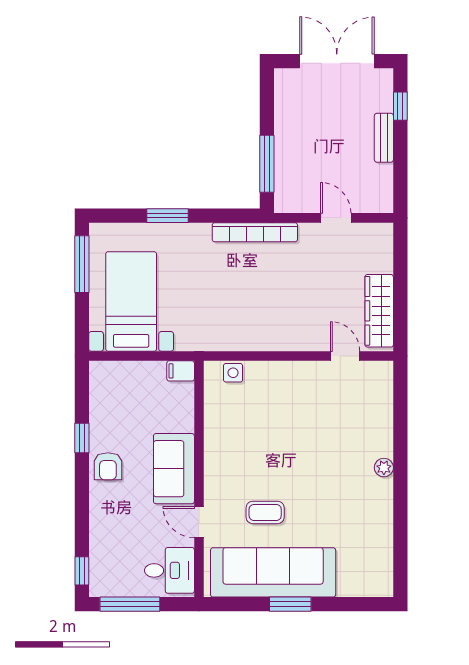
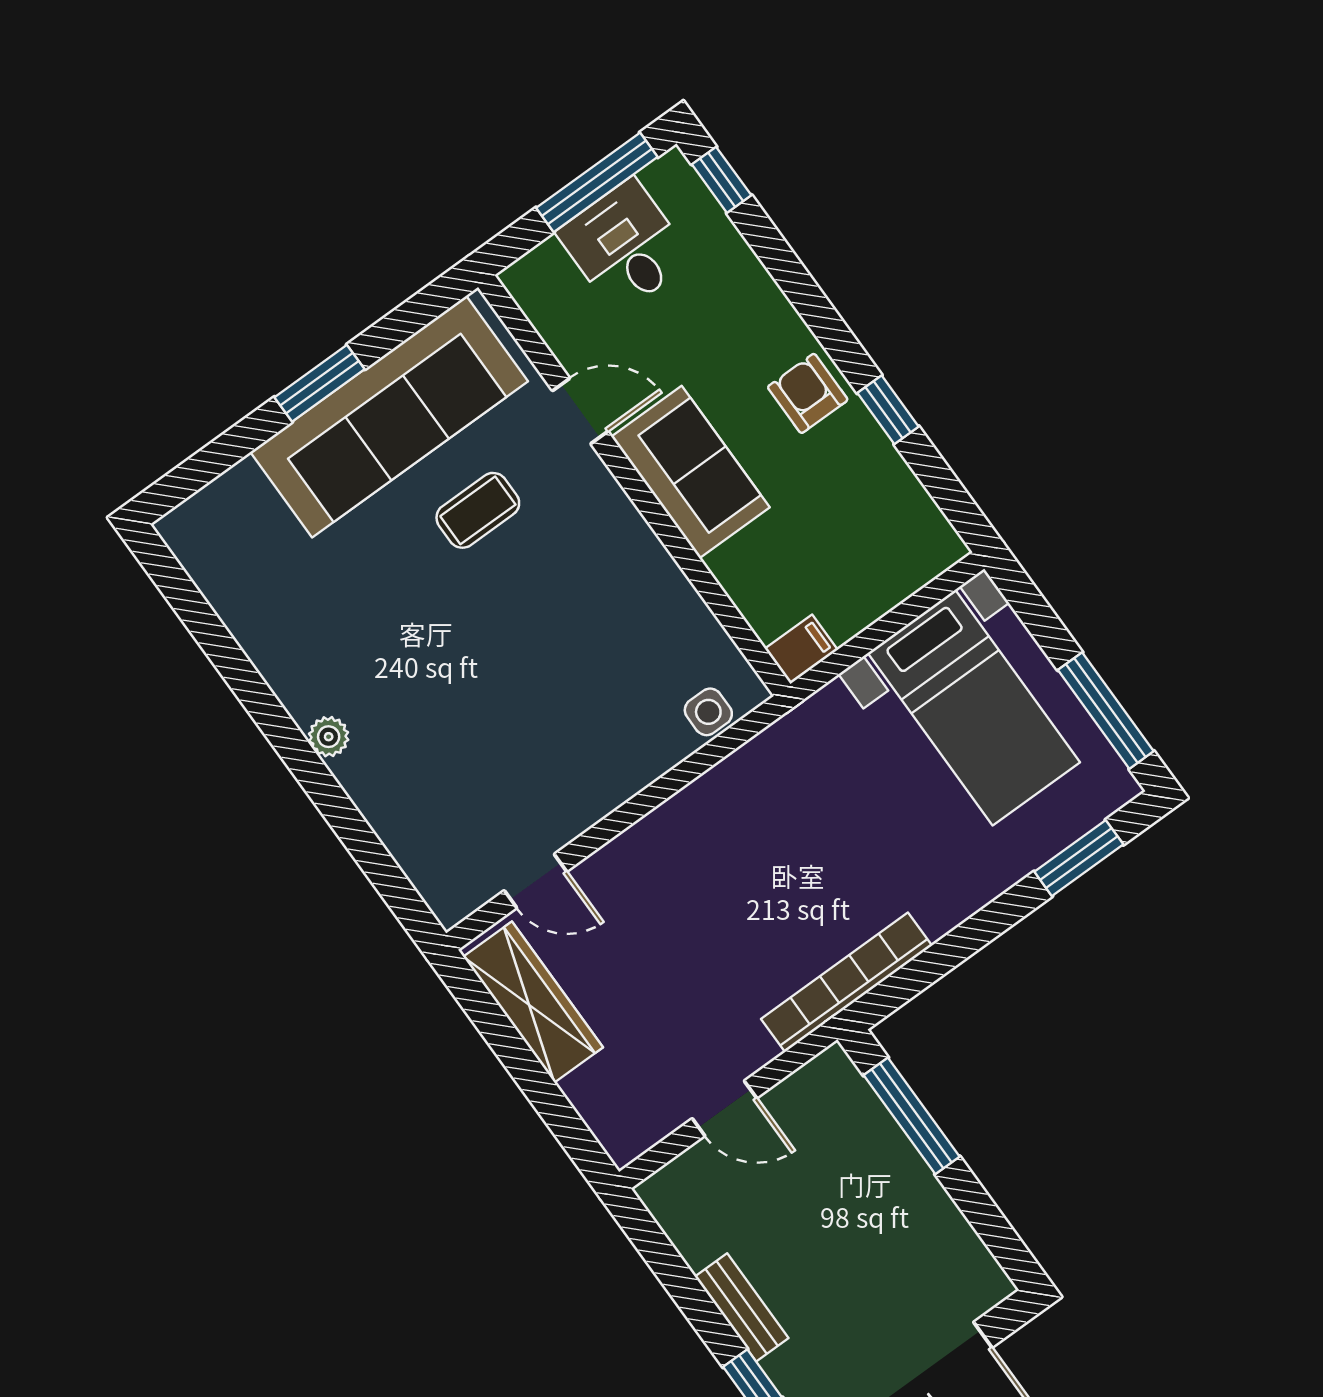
window: (167, 216) -> (1079, 858), moved
desk: (169, 570) -> (625, 246), moved, turned 90

